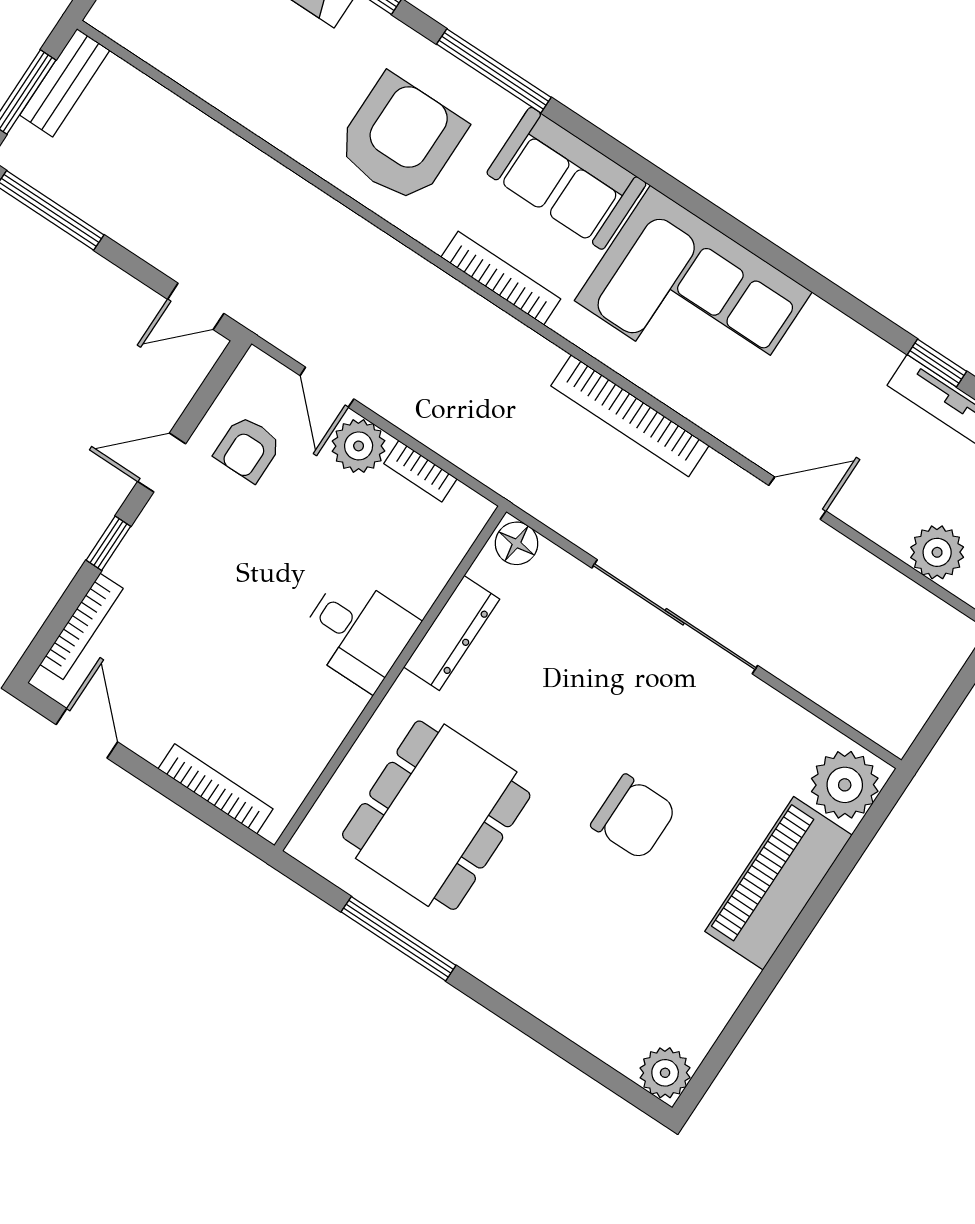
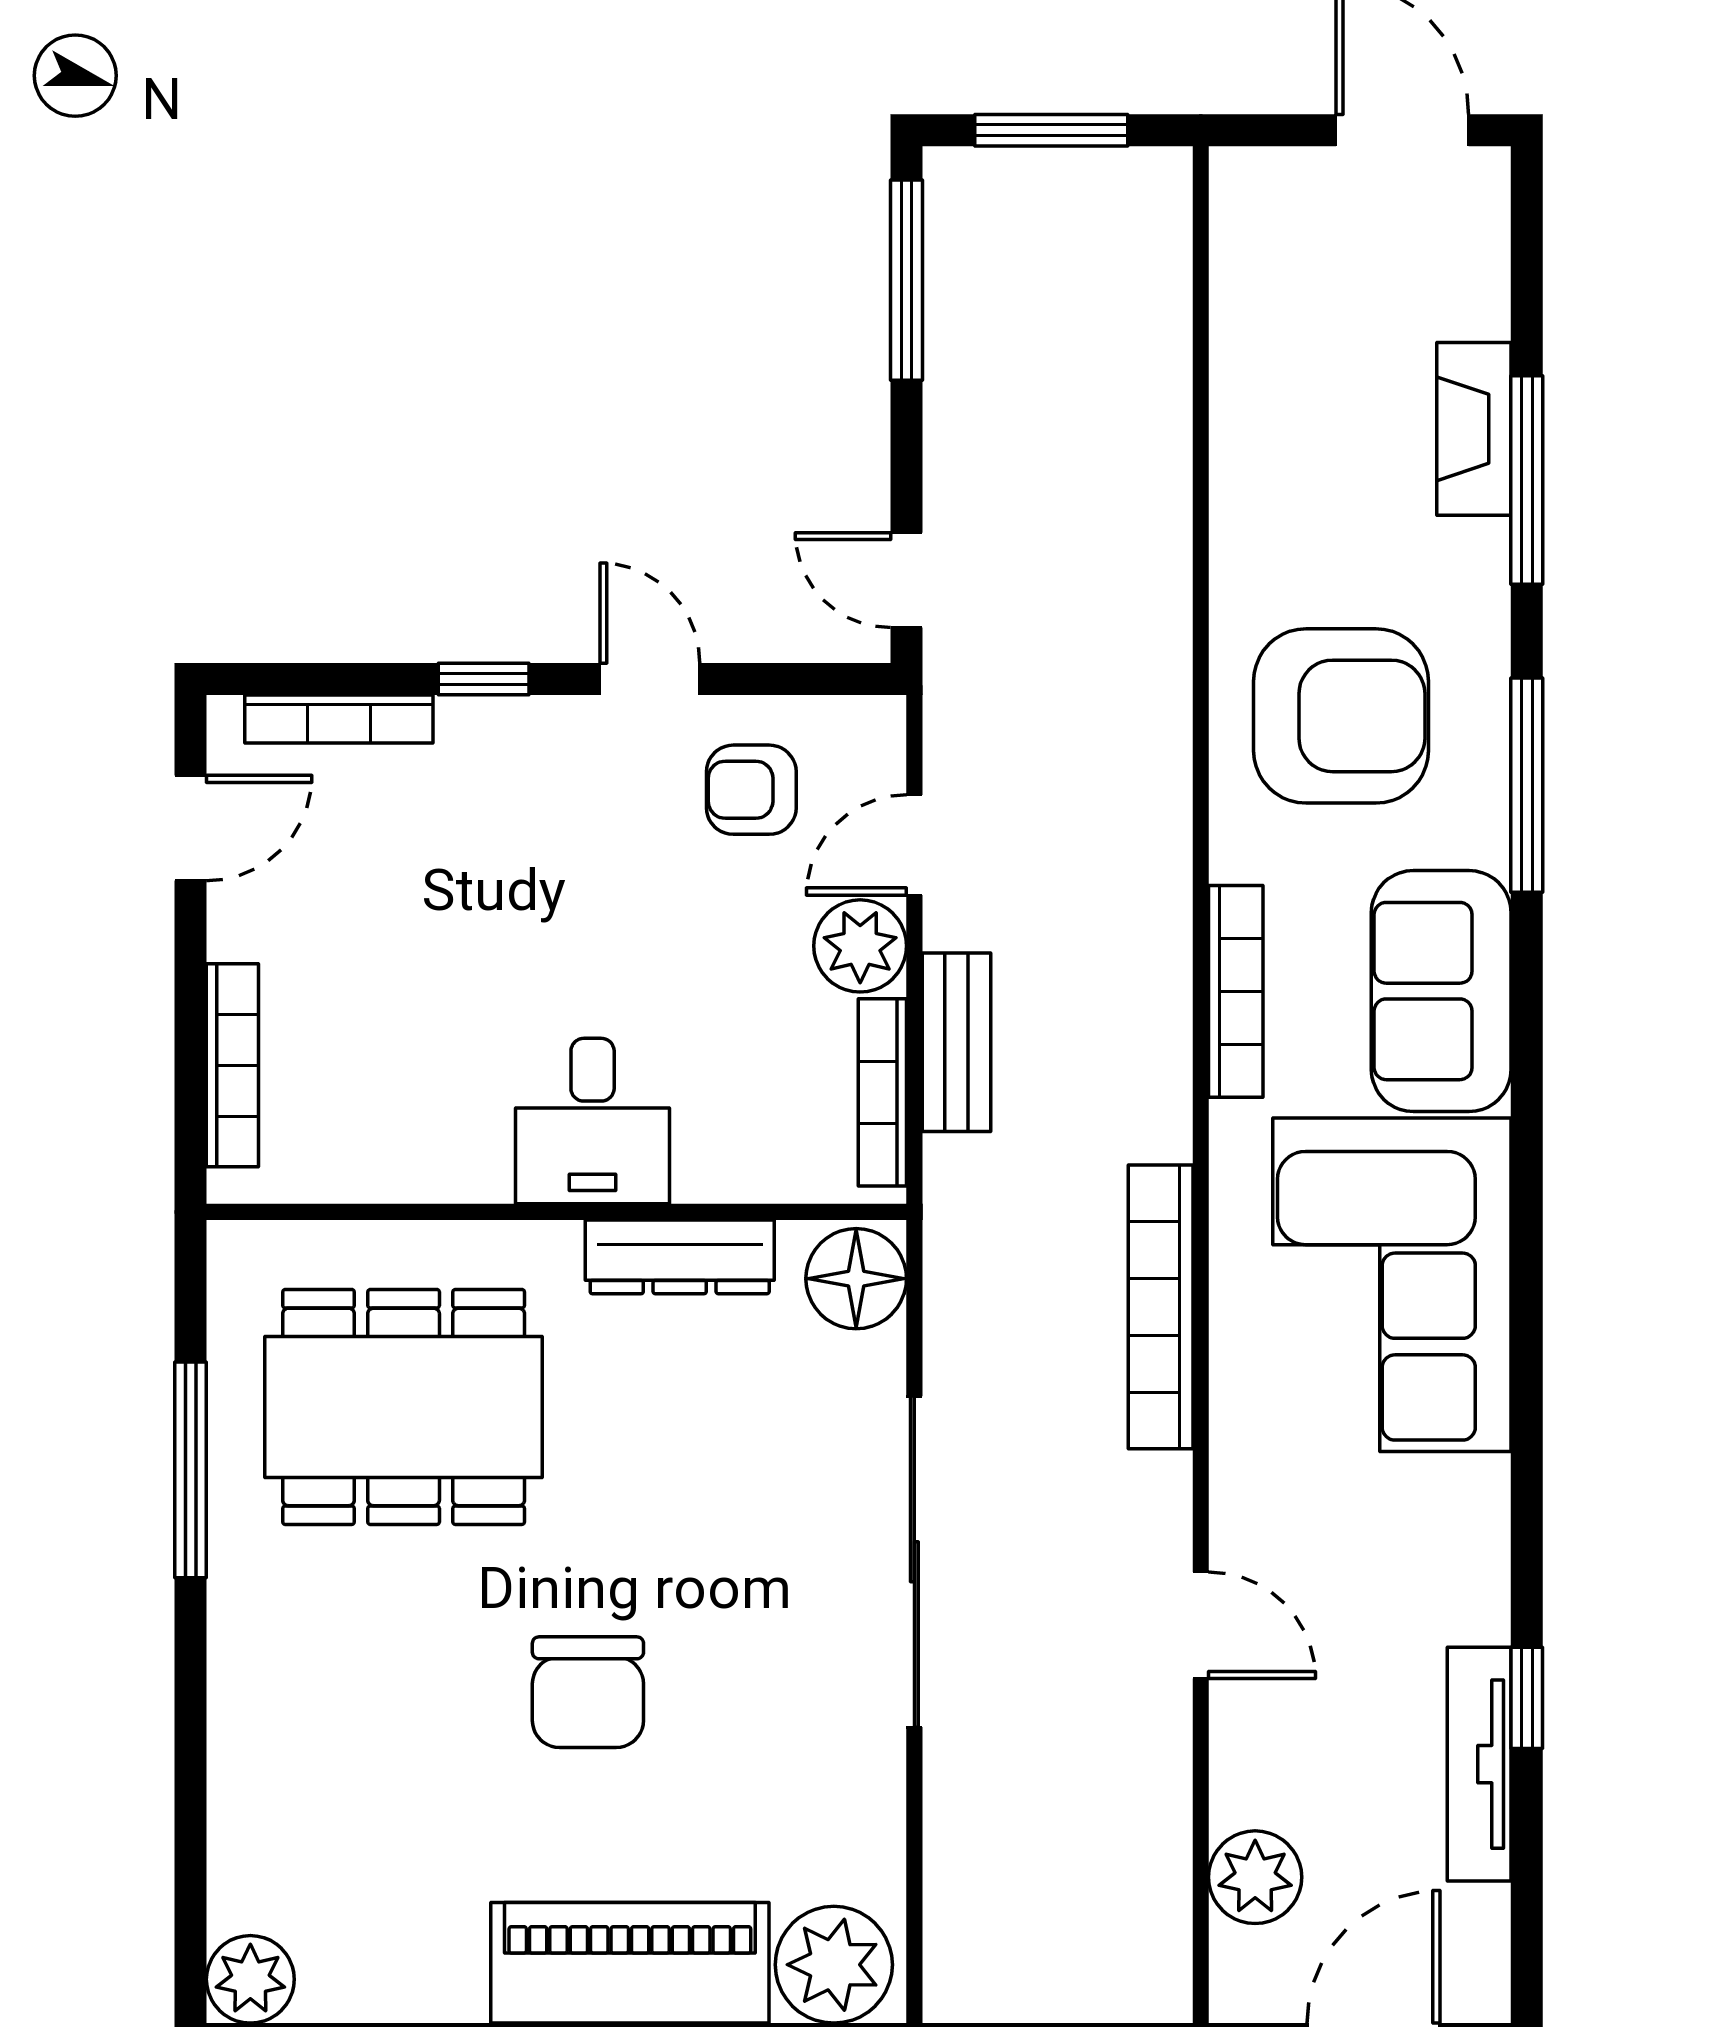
bench: (65, 83) -> (956, 1042), moved, turned 90
bookcase: (420, 471) -> (882, 1092), width x1.56
floor lamp: (517, 543) -> (856, 1279), width x1.38, depth x1.38

